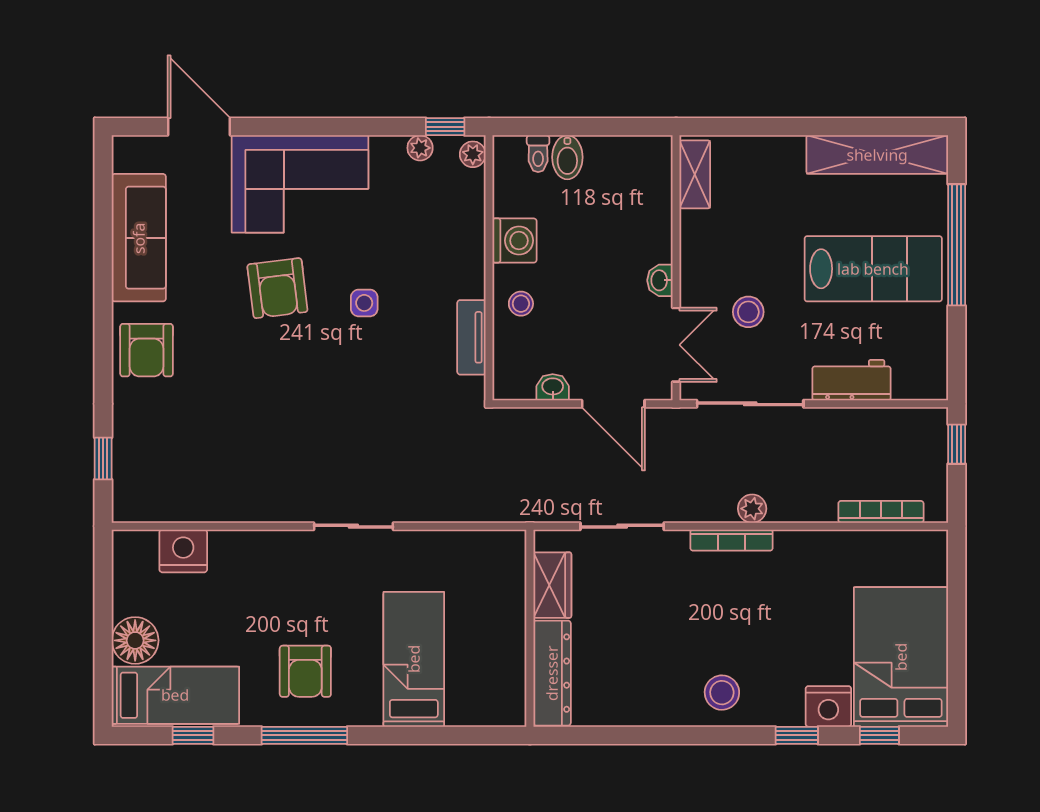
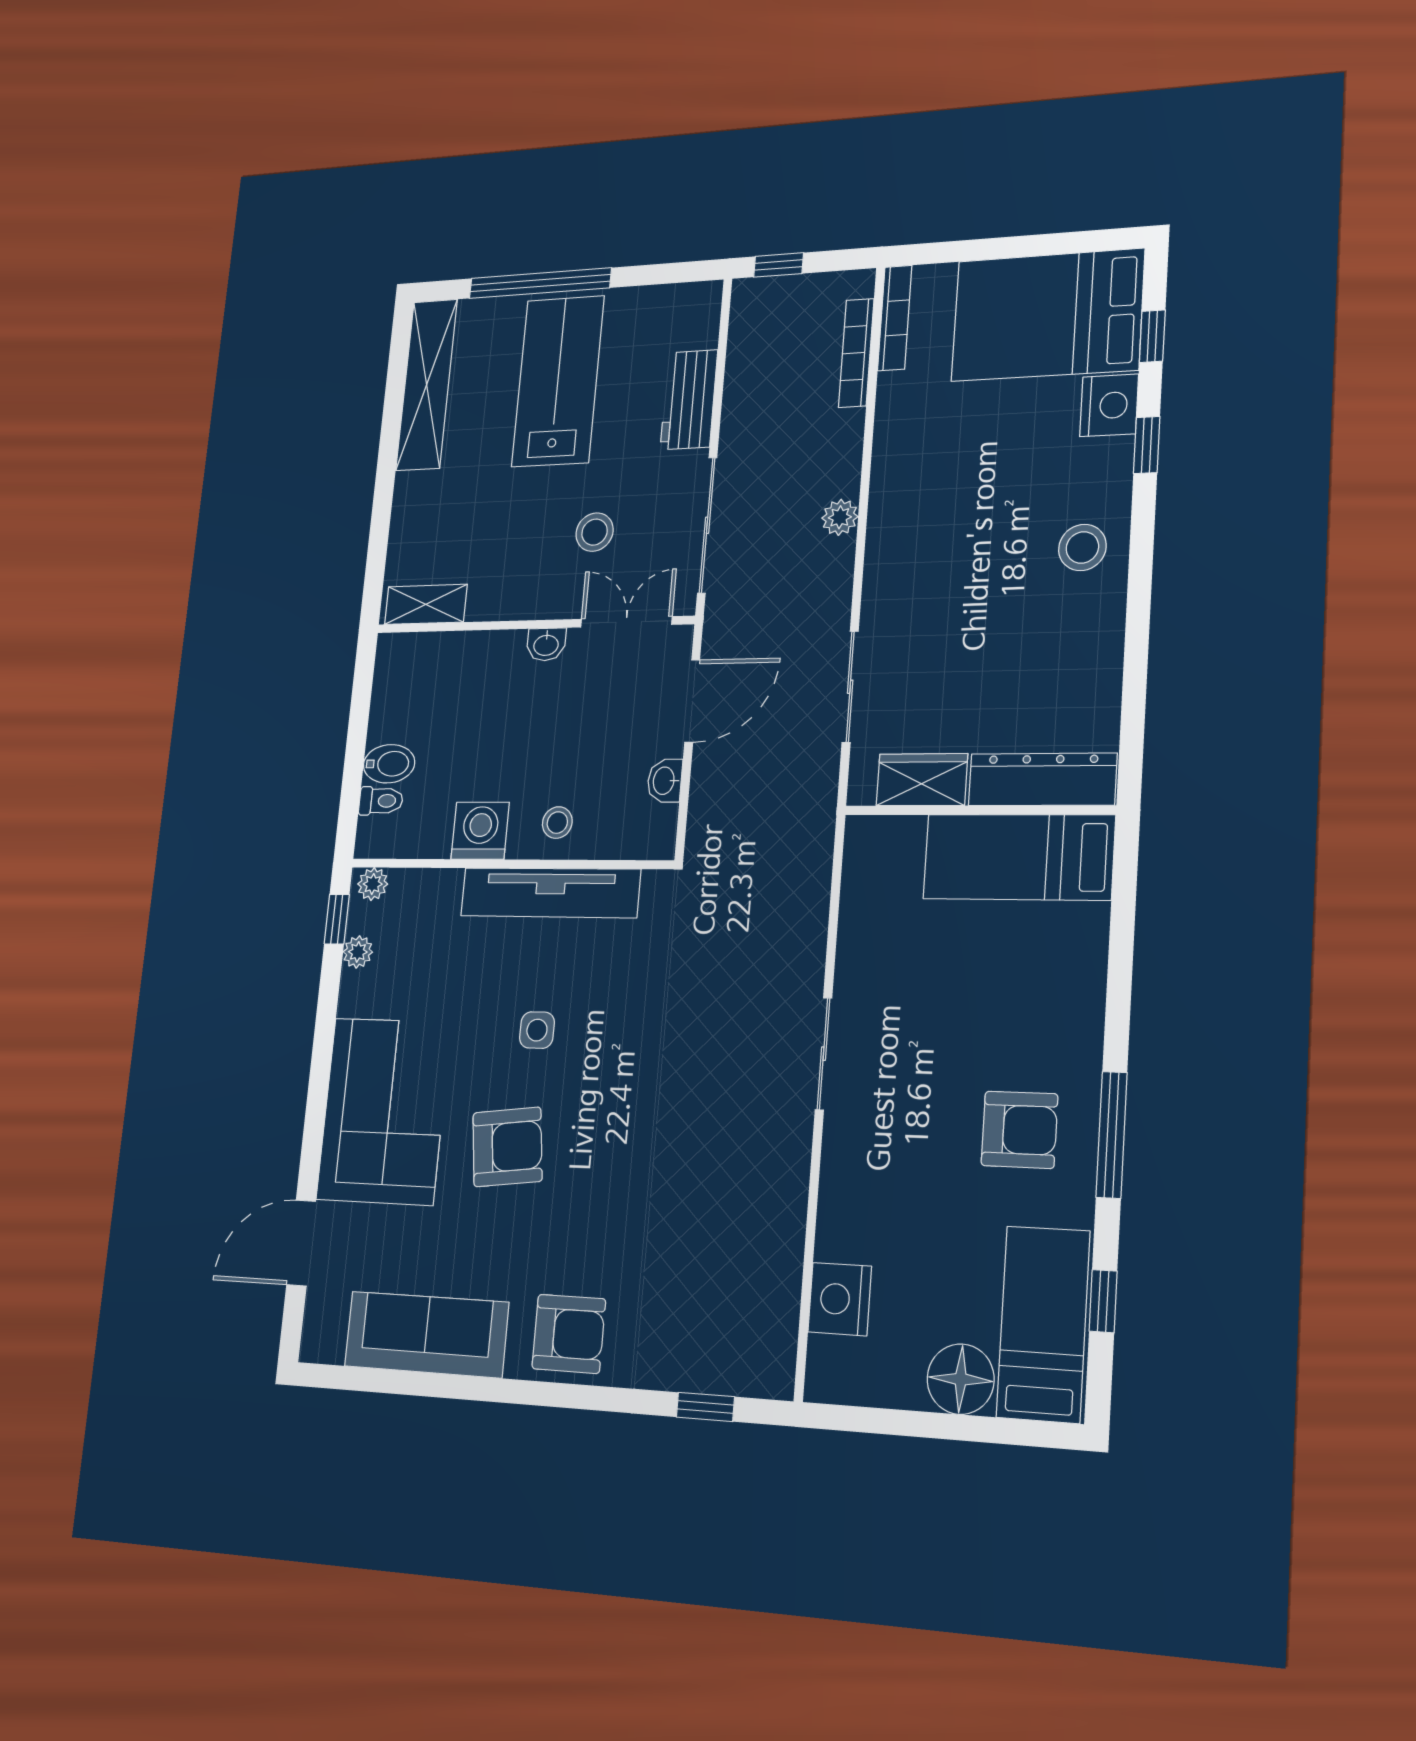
tv unit: (471, 337) -> (550, 893), width x1.92, depth x1.29
bookcase: (731, 540) -> (895, 318), moved
bed: (414, 659) -> (1019, 857), moved

